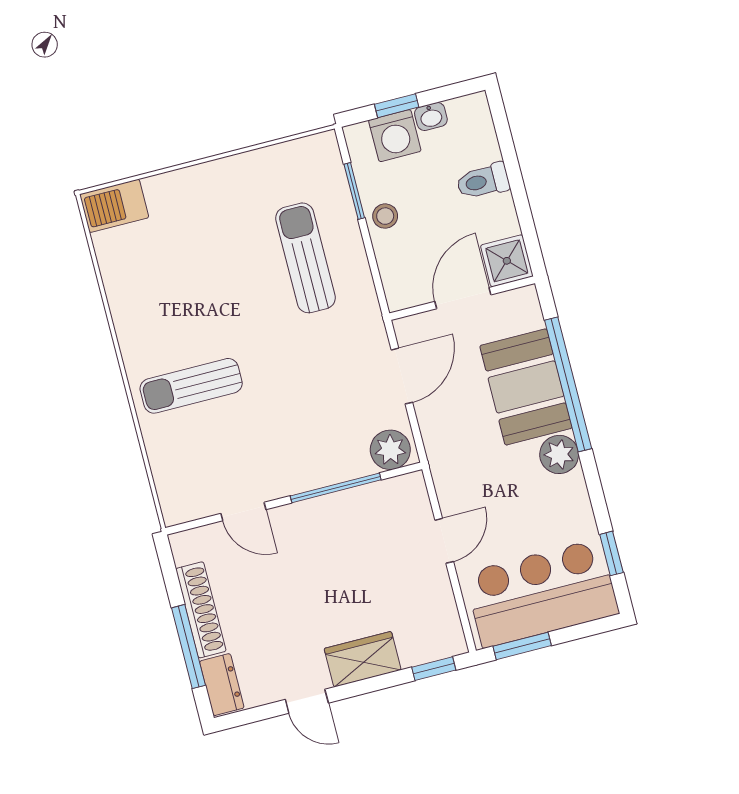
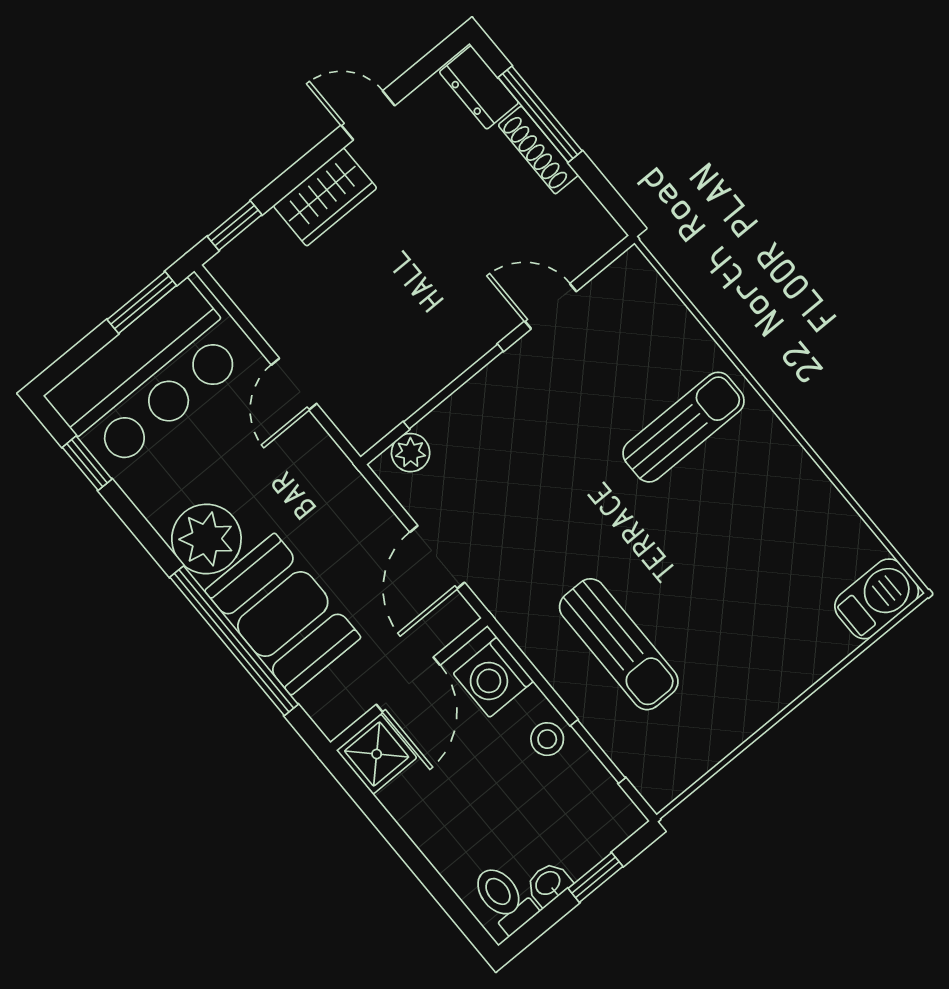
washing machine: (395, 136) -> (493, 677), moved, turned -90
toilet: (483, 181) -> (504, 899), moved, turned -90
plant: (390, 450) -> (411, 453), width x0.73, depth x0.73
plant: (559, 454) -> (206, 539), width x1.36, depth x1.36
shoe rack: (201, 610) -> (538, 150), width x0.74, depth x0.81

